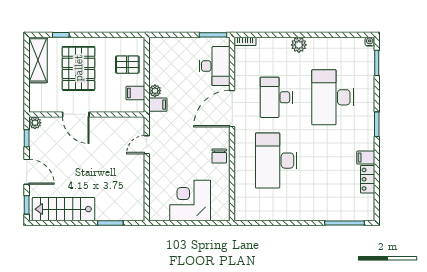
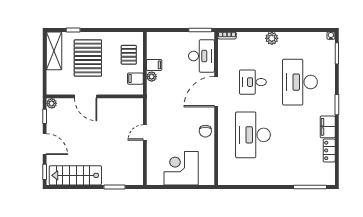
pallet: (127, 65) -> (129, 55), turned 90
desk: (276, 97) -> (253, 82), width x0.73
filing cabinet: (158, 105) -> (154, 65), moved
door: (147, 145) -> (145, 132), moved
filing cabinet: (366, 158) -> (328, 127), width x2.00

